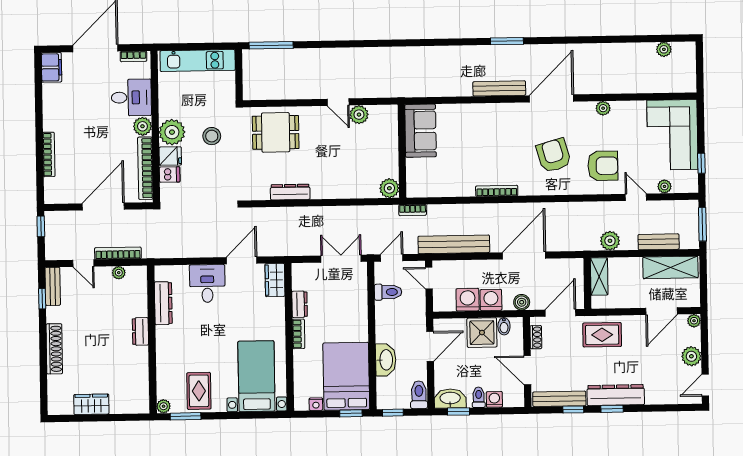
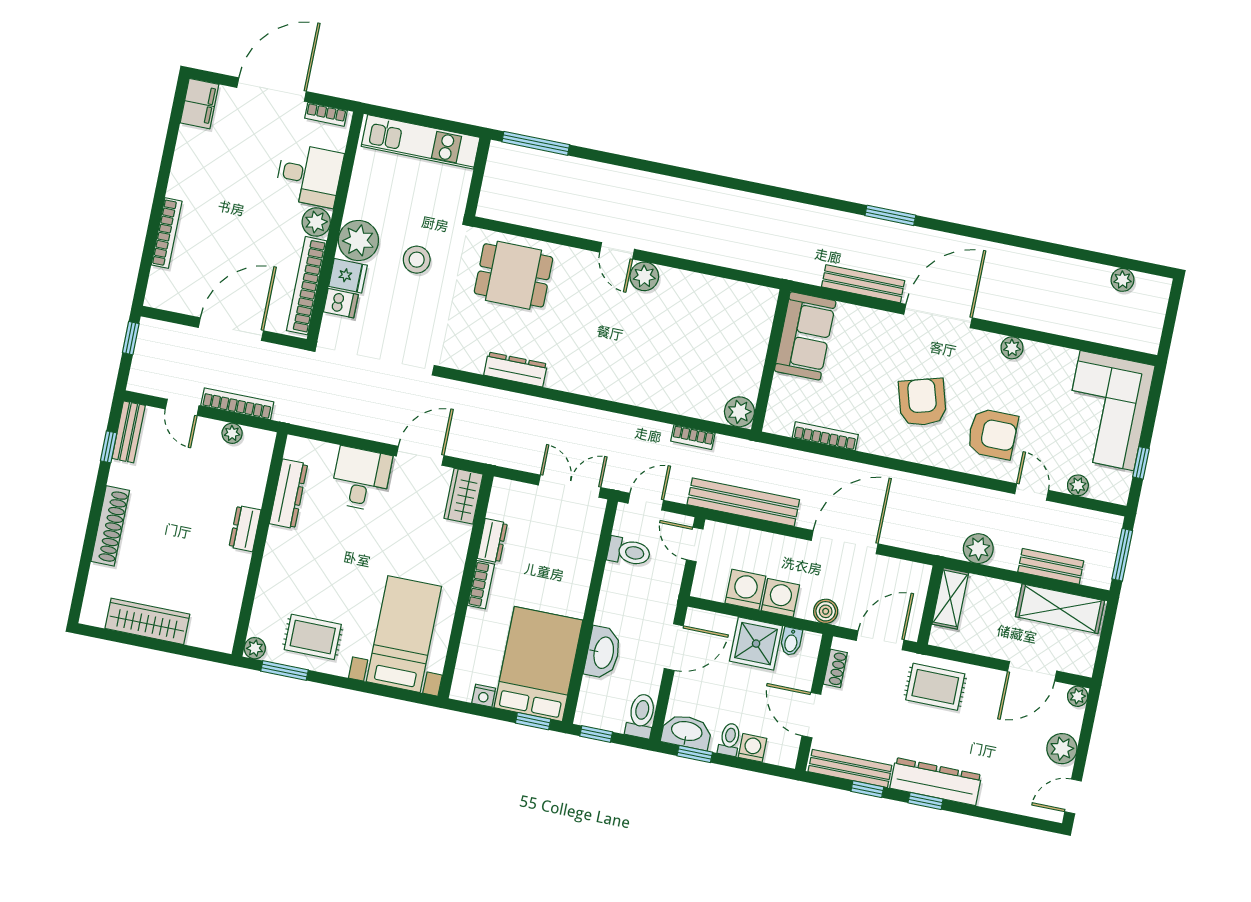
sofa: (421, 131) -> (805, 336), moved
wall: (402, 151) -> (771, 360), moved
plant: (389, 188) -> (739, 412), moved
rug: (199, 391) -> (313, 637), turned 90
wardrobe: (91, 404) -> (147, 621), width x1.50

